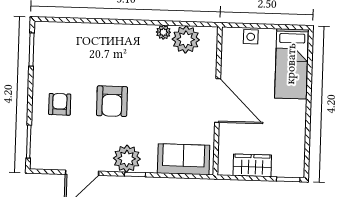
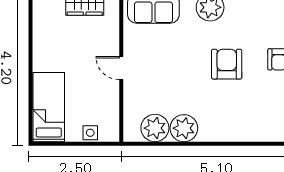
plant: (163, 32) -> (184, 128), width x1.87, depth x1.87
door: (218, 100) -> (121, 68), width x0.53

